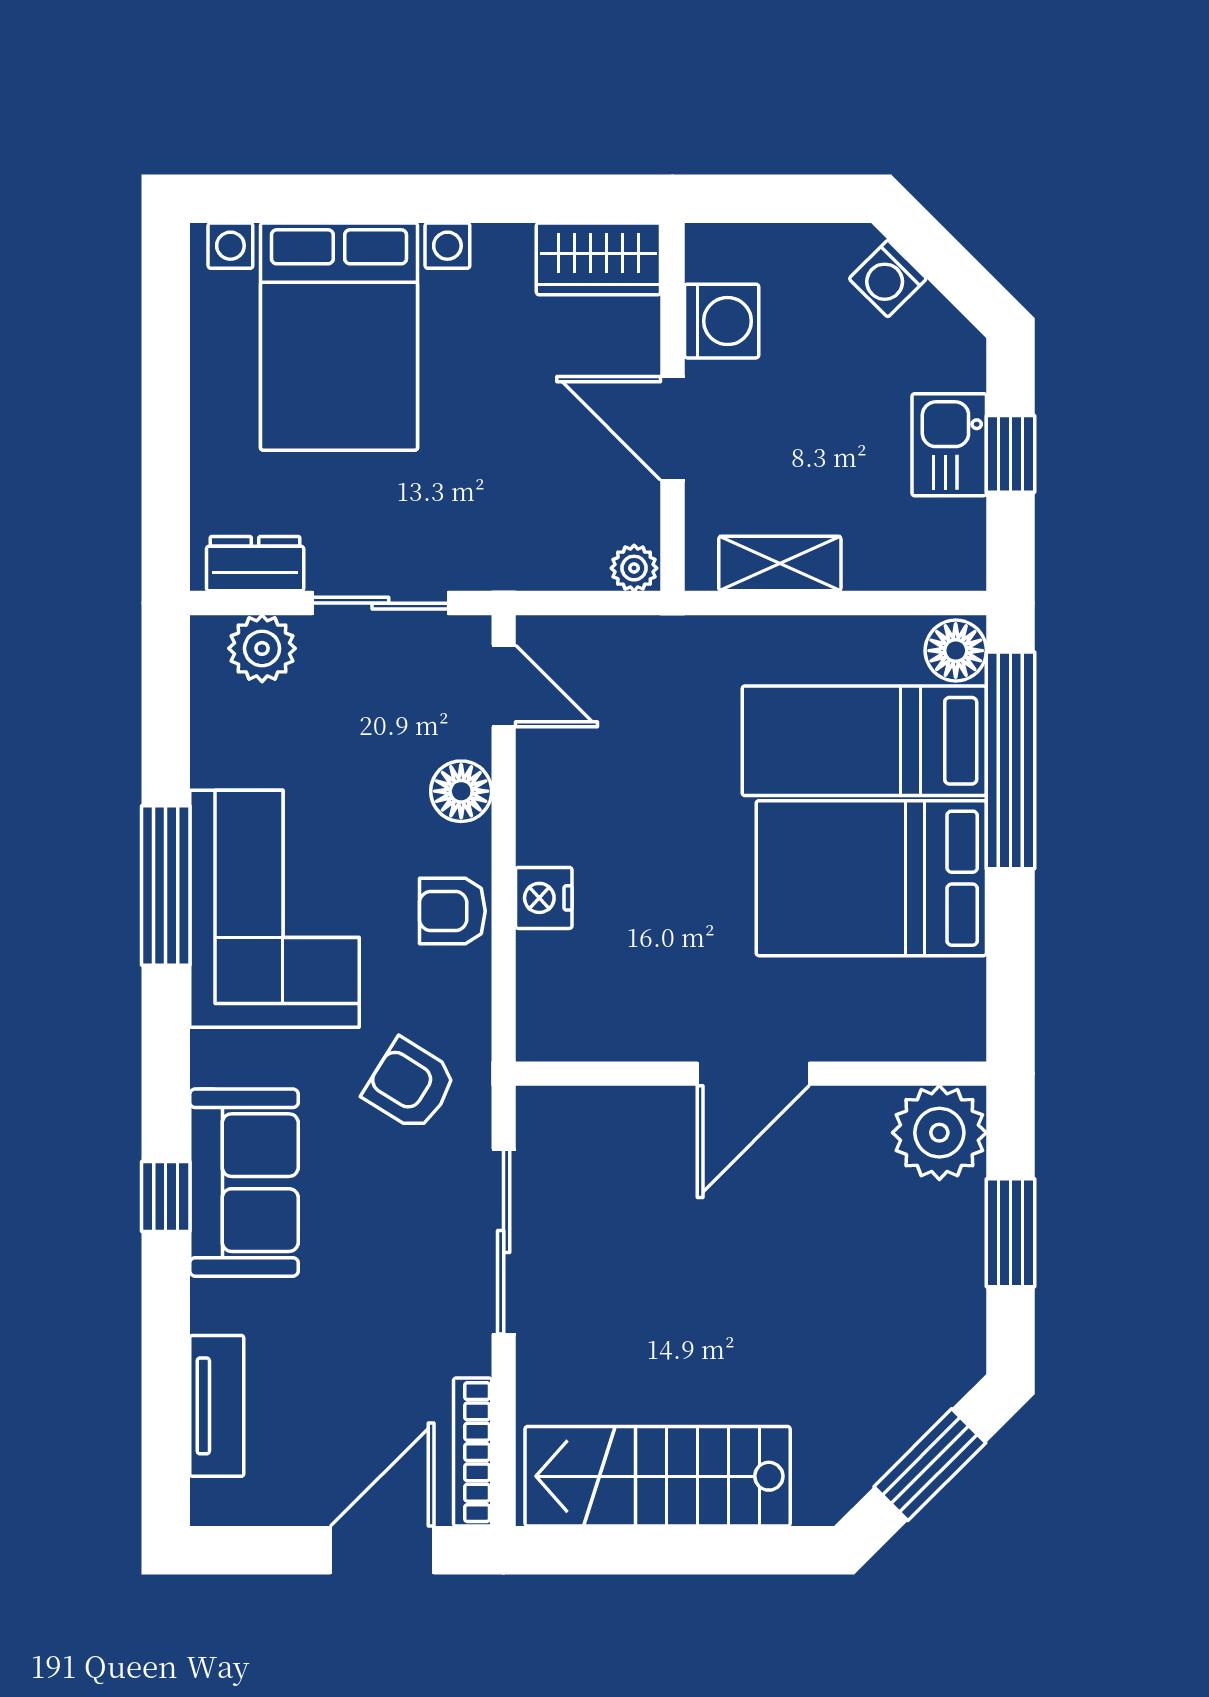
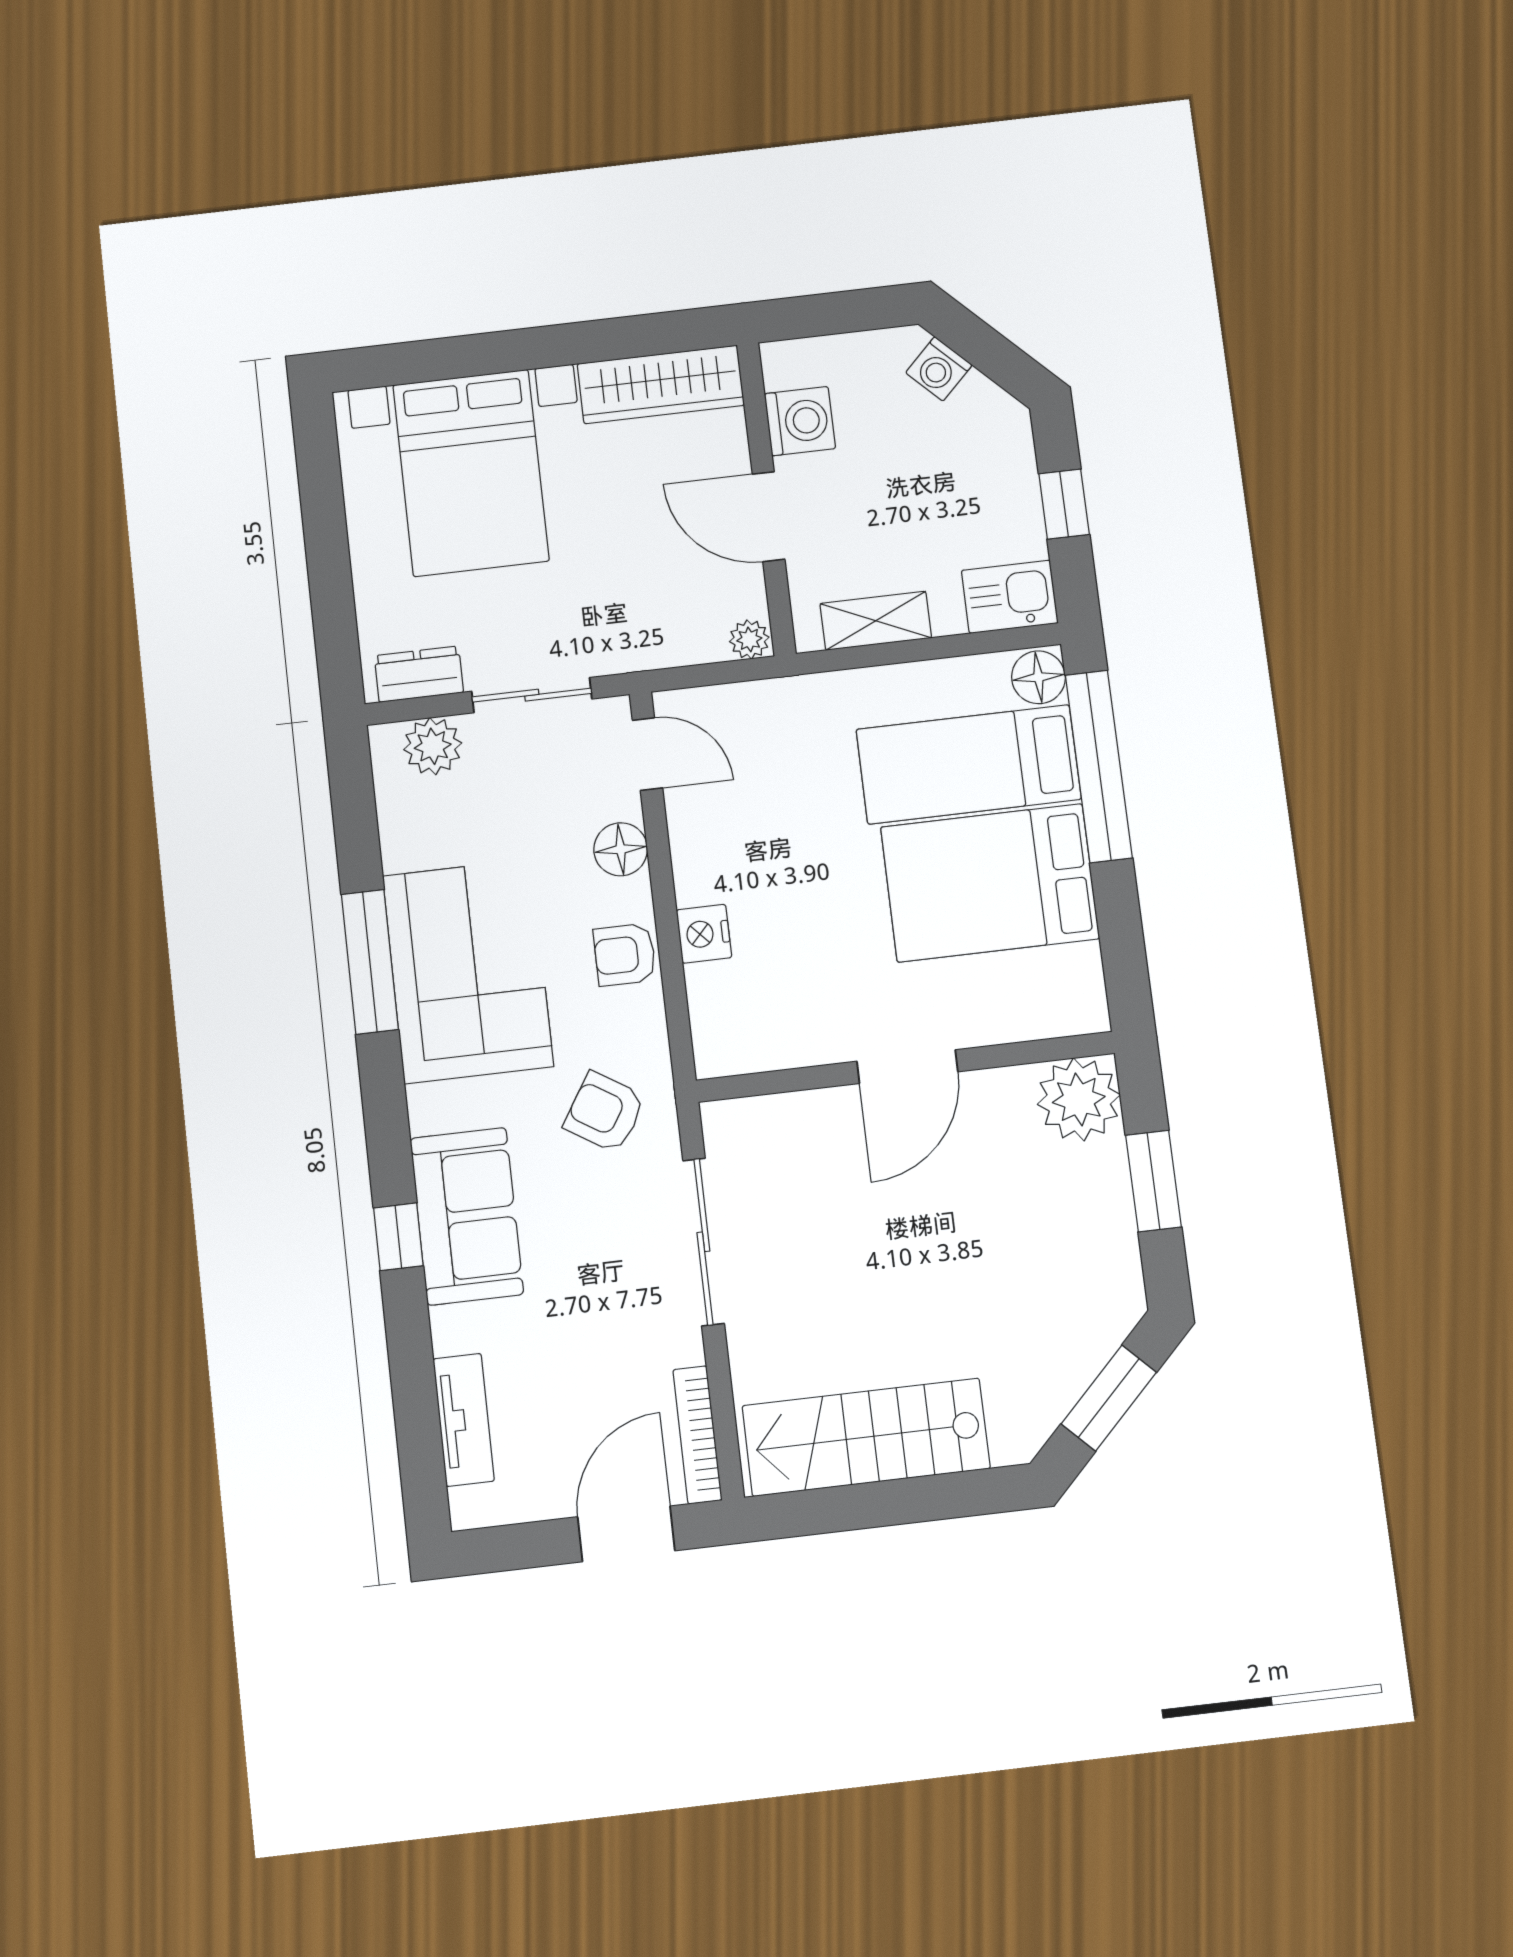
wardrobe: (598, 259) -> (661, 384), width x1.50
kitchen sink: (949, 445) -> (1010, 597), moved, turned 90

